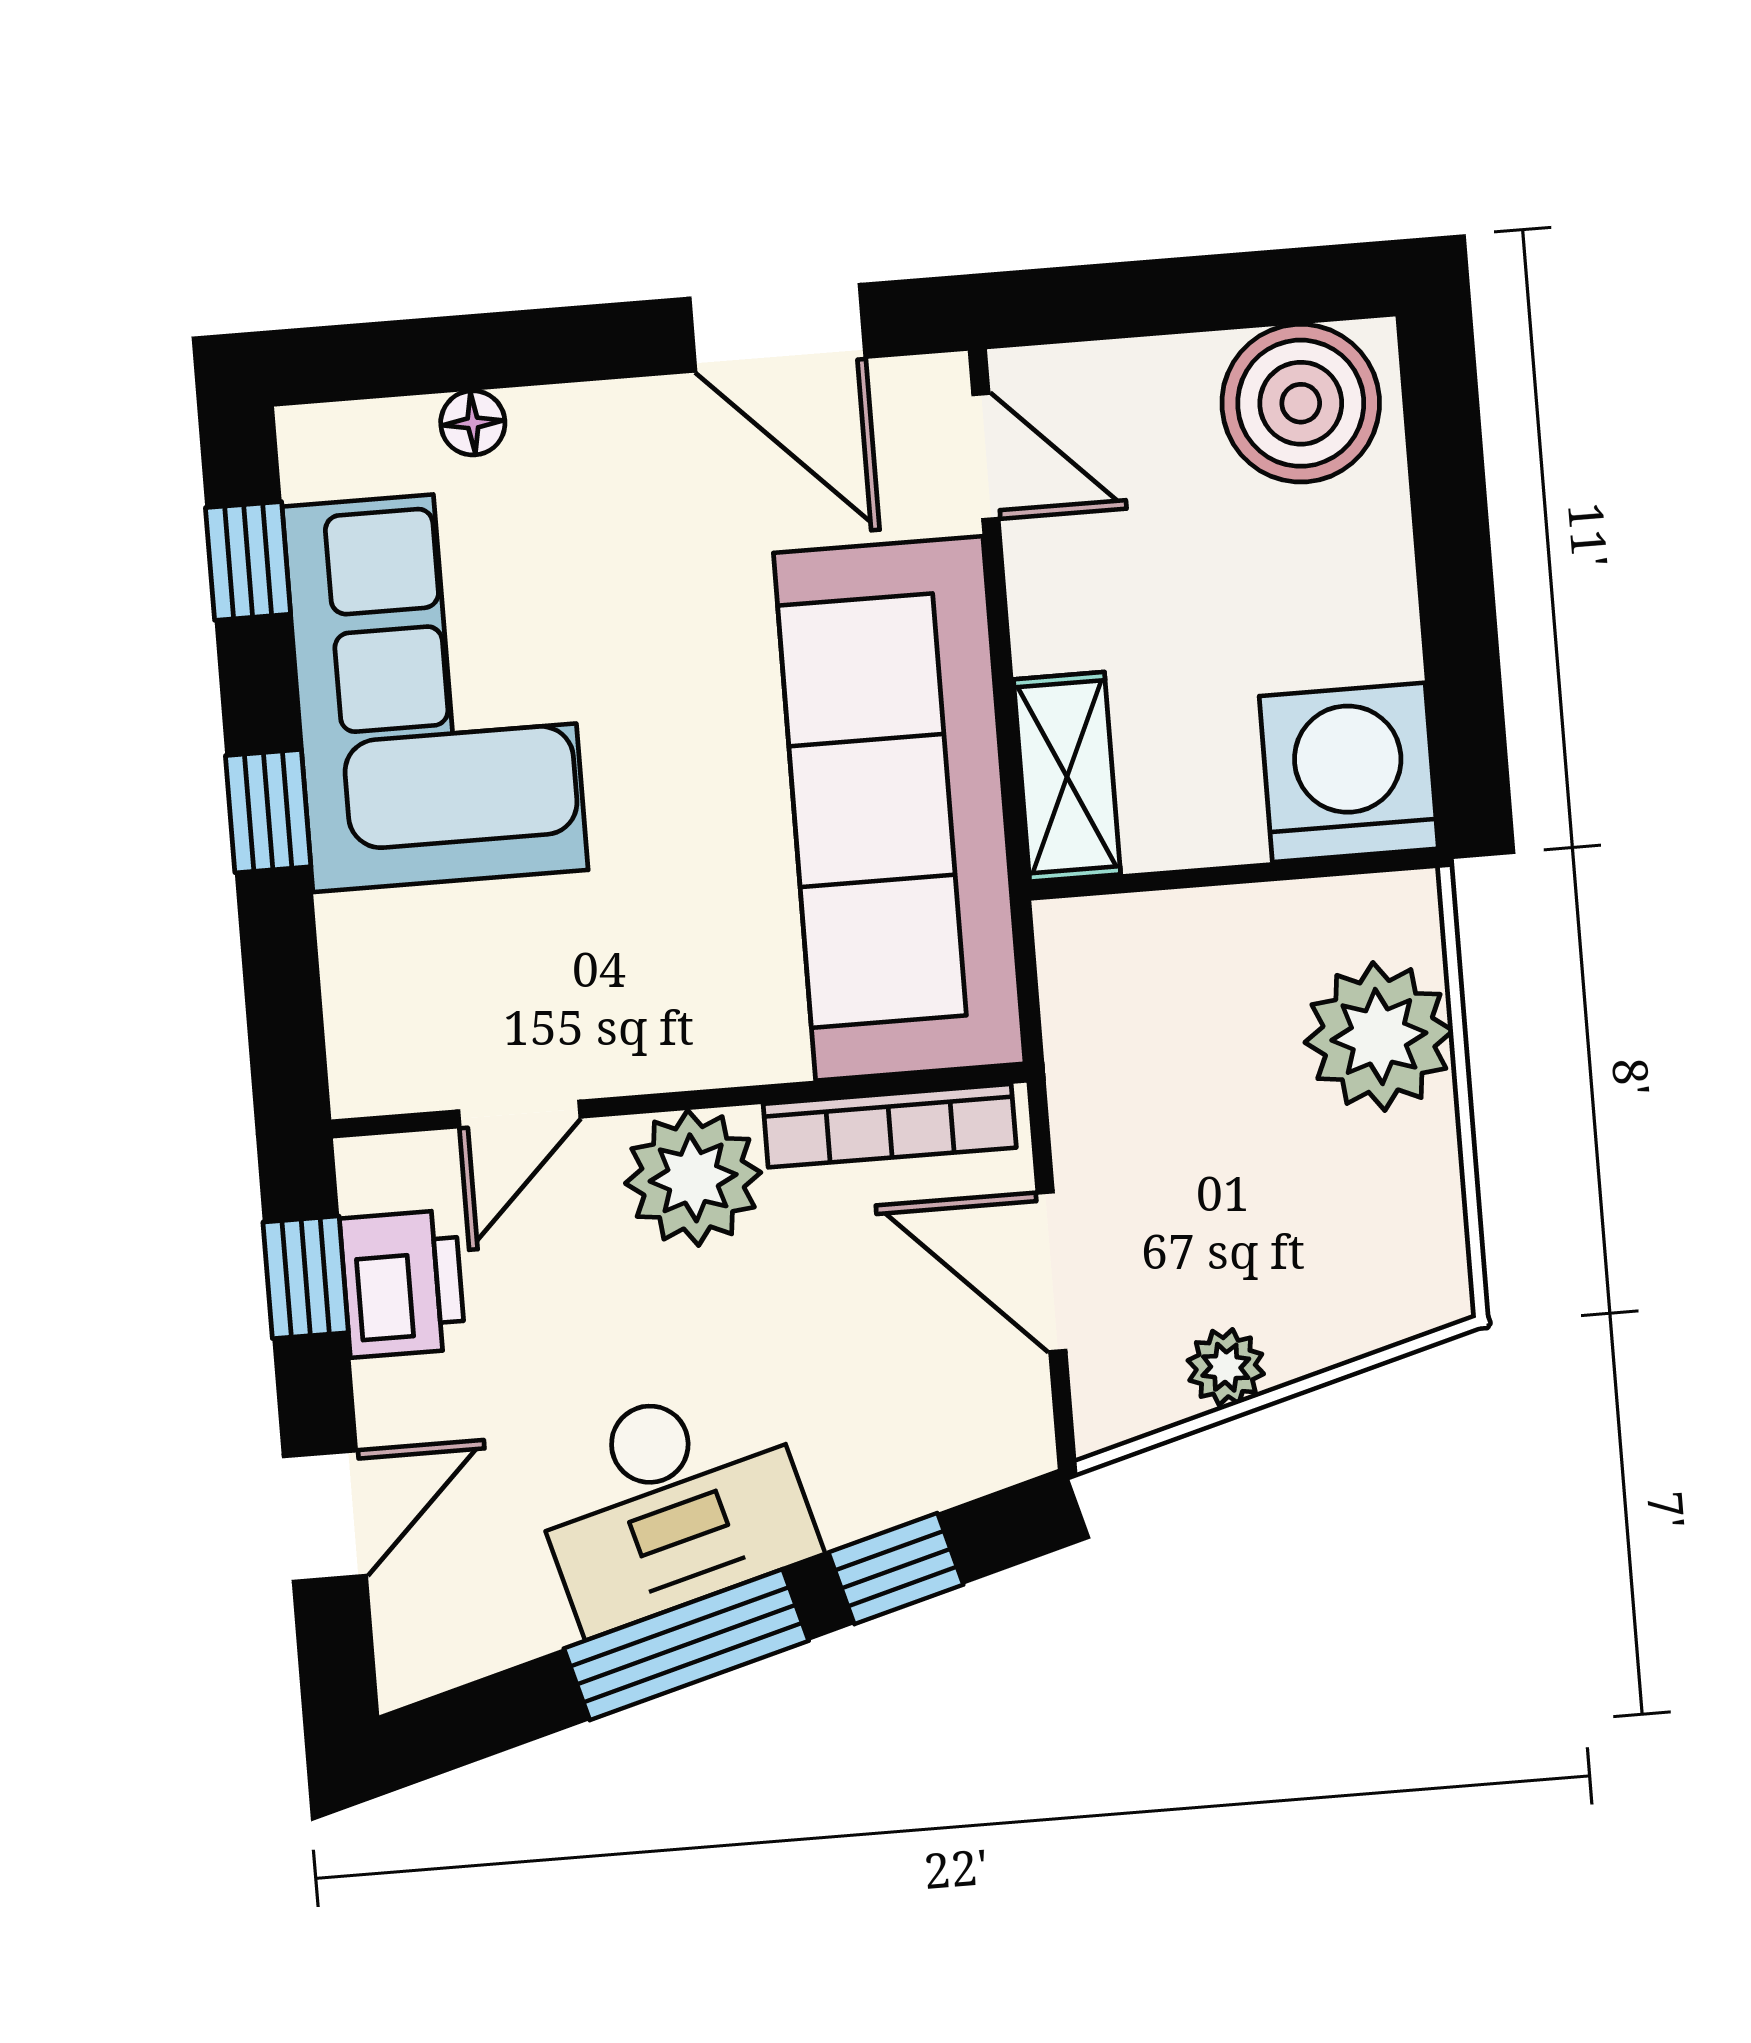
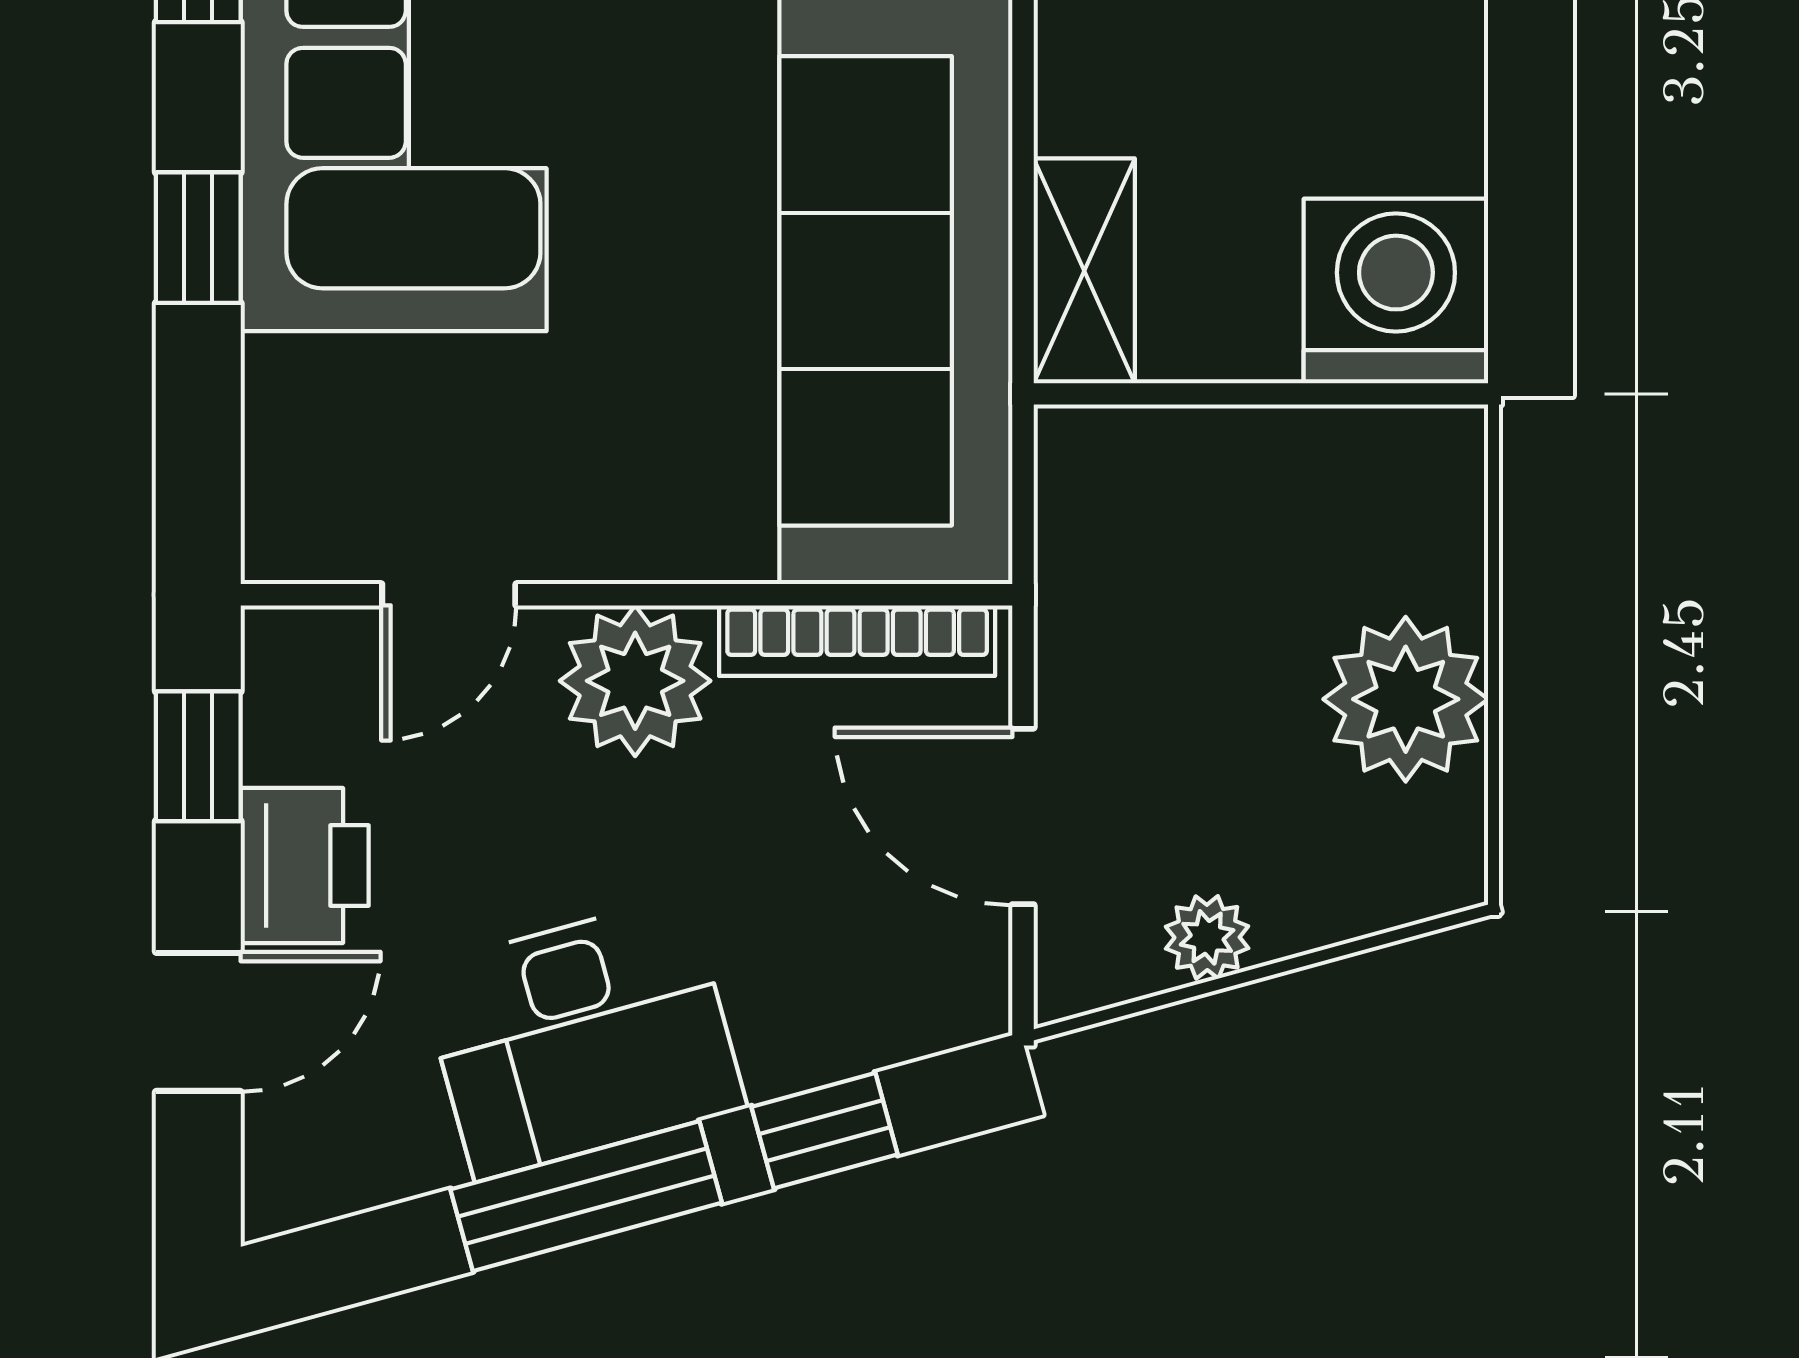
plant: (1379, 1036) -> (1406, 699), moved
printer: (402, 1284) -> (305, 866), moved

